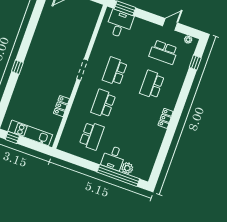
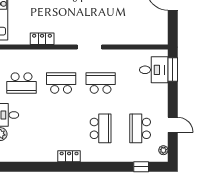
school desk: (152, 84) -> (101, 128), turned 90

